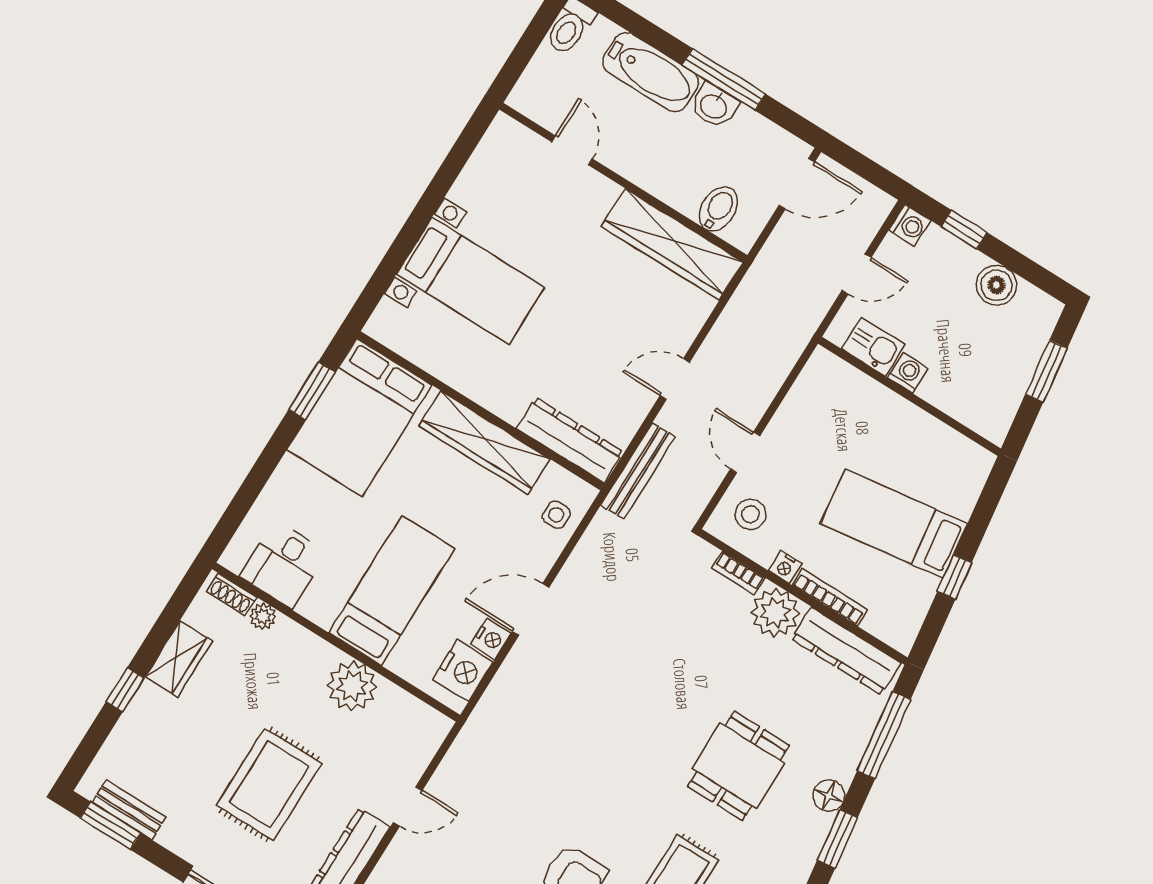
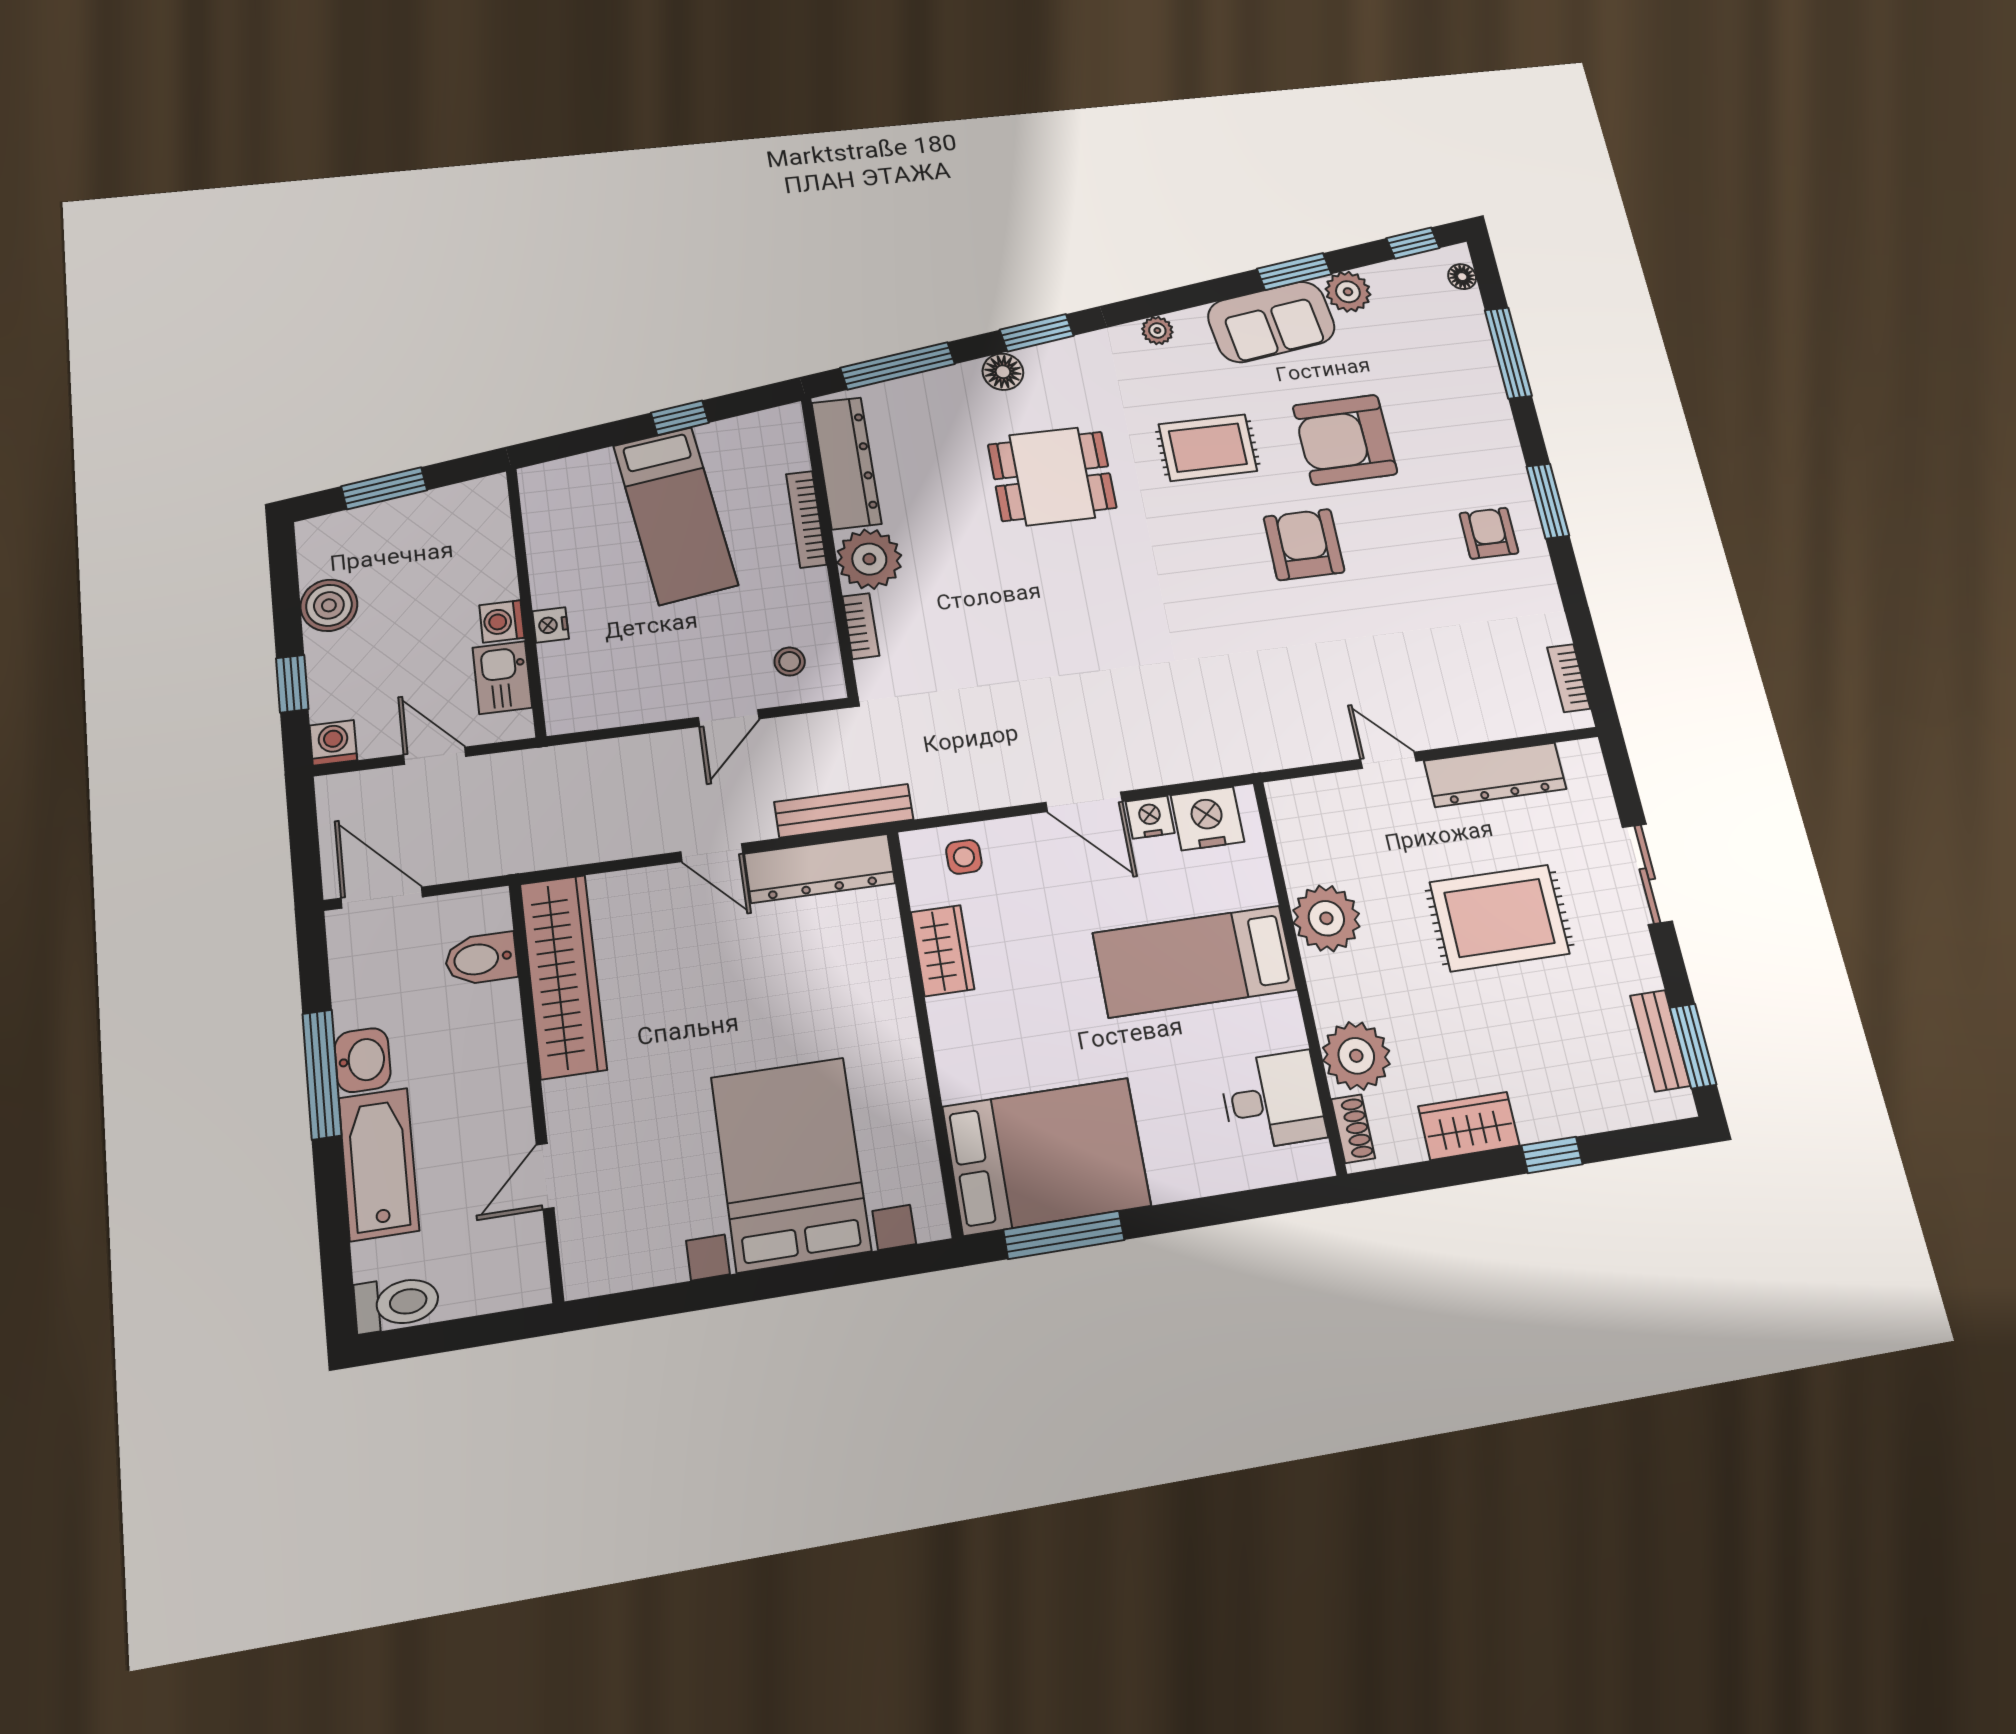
bed with nightstands: (470, 281) -> (791, 1164), width x1.36
window: (312, 391) -> (1064, 1235), width x1.44
dresser: (570, 440) -> (820, 868), moved, turned -90
wardrobe: (484, 442) -> (943, 951), width x0.48, depth x0.85
stool: (750, 514) -> (790, 662), width x0.73, depth x0.73
nightstand: (785, 567) -> (551, 625), moved, turned 180
plant: (263, 616) -> (1356, 1056), width x1.87, depth x1.87

